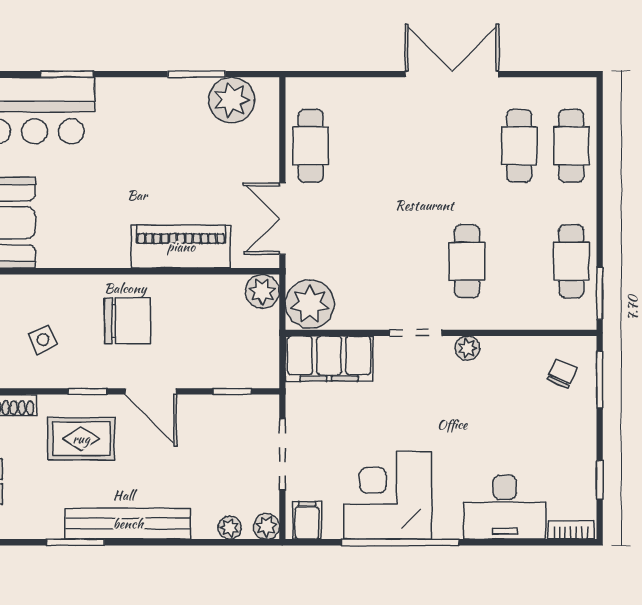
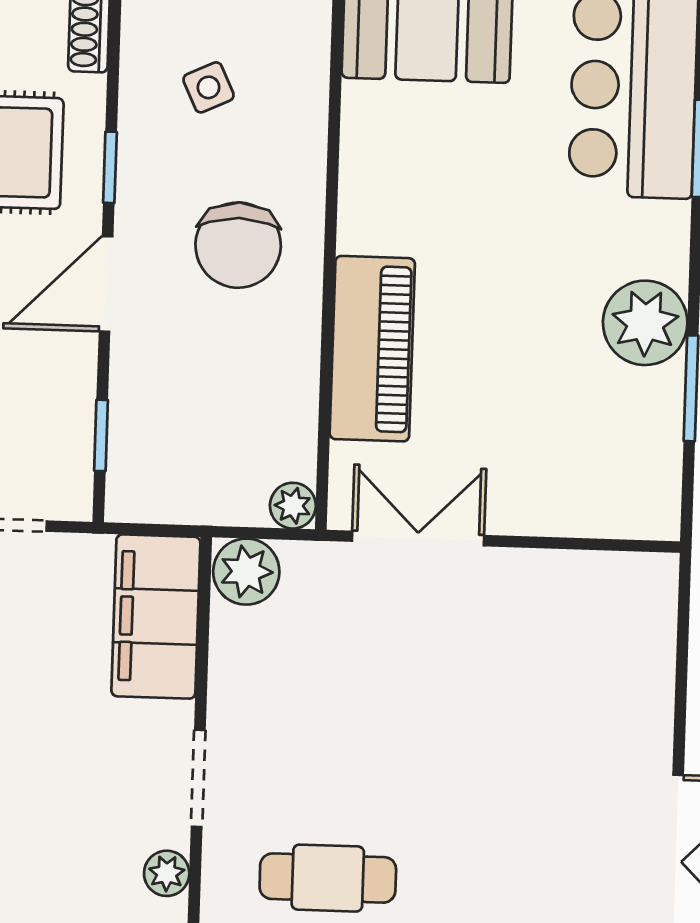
plant: (232, 100) -> (645, 323), moved
cafe table: (311, 146) -> (551, 595), removed
plant: (262, 291) -> (293, 506), width x0.73, depth x0.73
plant: (310, 304) -> (246, 572), width x0.73, depth x0.73

